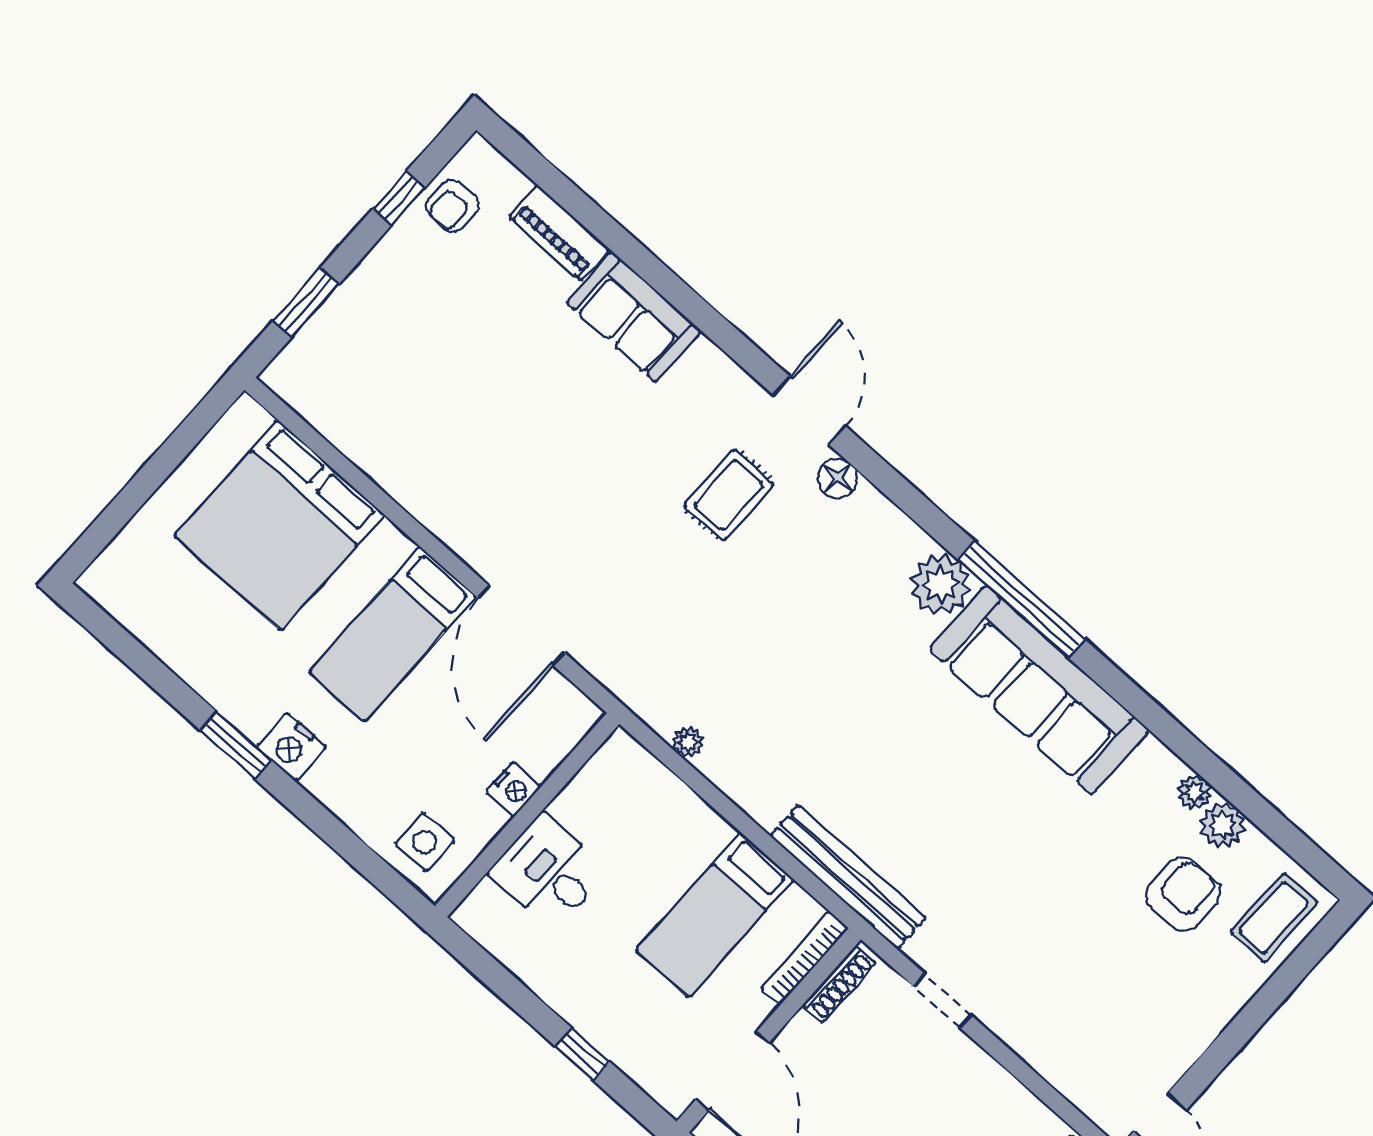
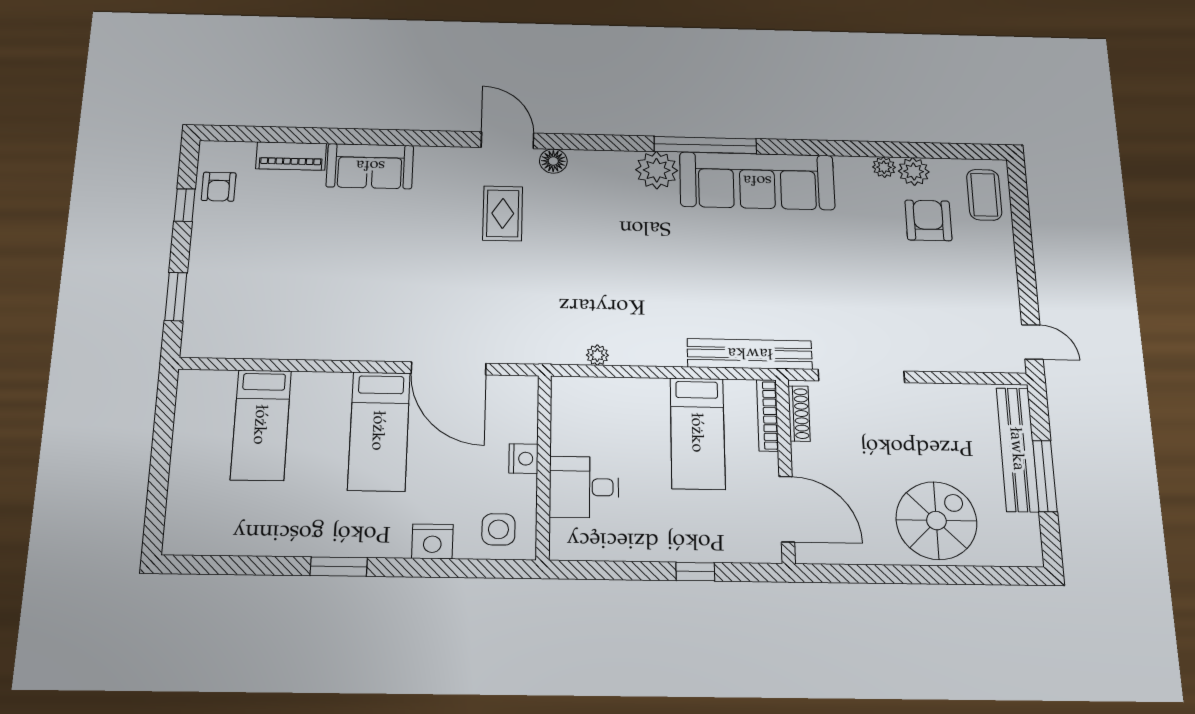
bed: (279, 525) -> (261, 425), width x0.49
nightstand: (291, 747) -> (432, 541), moved
doorway: (942, 1001) -> (861, 376), width x1.88

